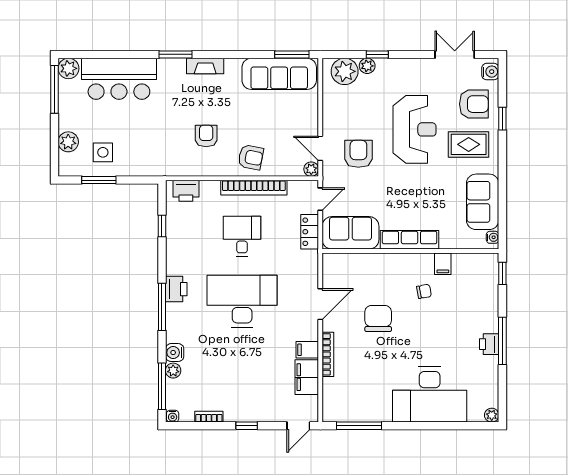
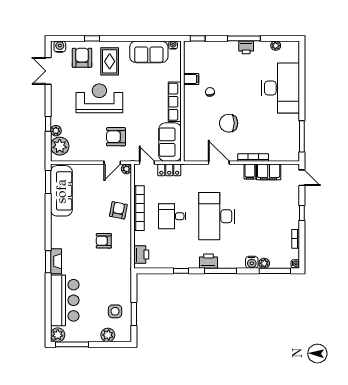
fireplace: (205, 66) -> (56, 261), moved
window: (162, 226) -> (181, 271), moved
plant: (492, 415) -> (276, 46), moved

